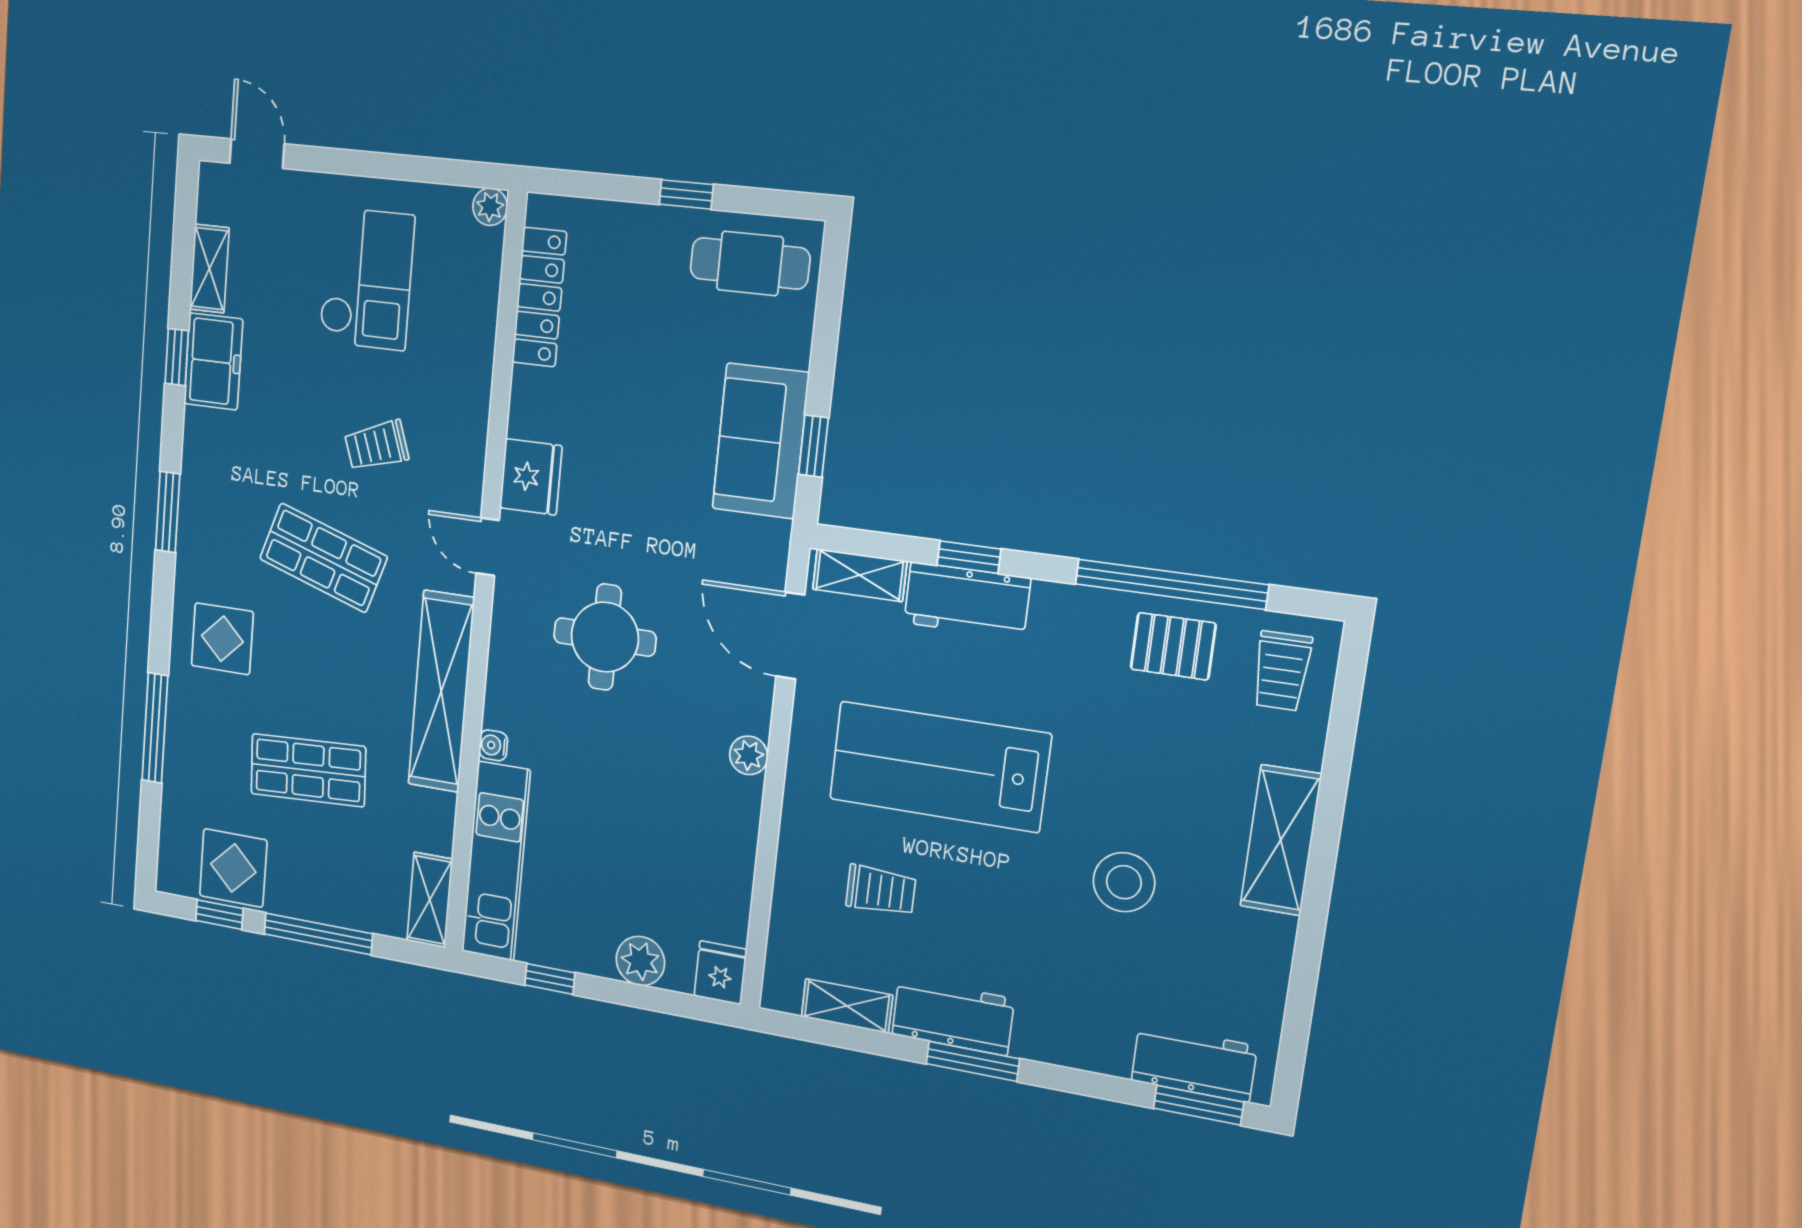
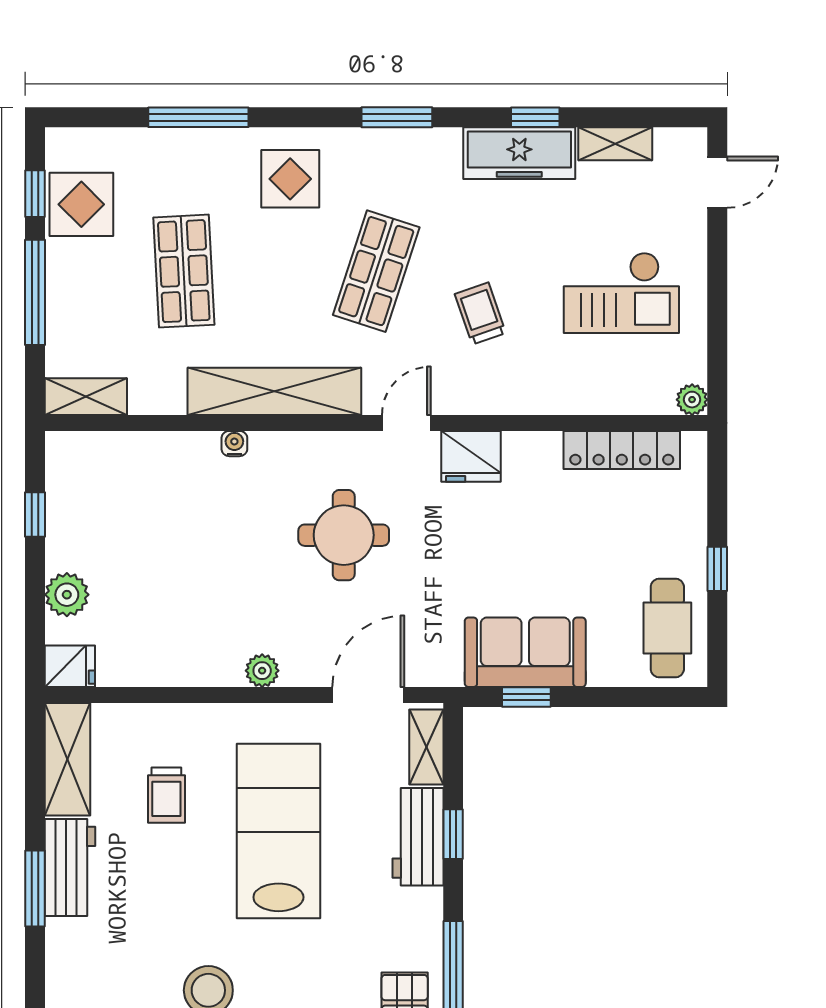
freezer: (213, 361) -> (519, 153), width x1.40
kitchen unit: (496, 861) -> (132, 455), removed
shelving: (847, 1006) -> (68, 759), width x1.50, depth x1.33

